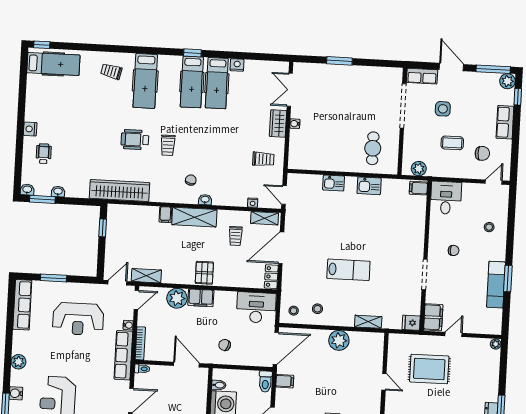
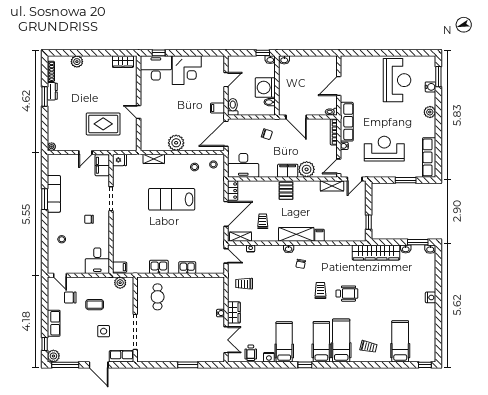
hospital bed: (53, 64) -> (400, 341), moved, turned 90
hospital bed: (192, 82) -> (321, 342), moved
wheelchair: (44, 154) -> (251, 353), moved
door: (494, 182) -> (60, 275), hinge flipped
wardrobe: (120, 190) -> (376, 252), moved
lab bench: (348, 270) -> (172, 199), width x1.36, depth x1.39

